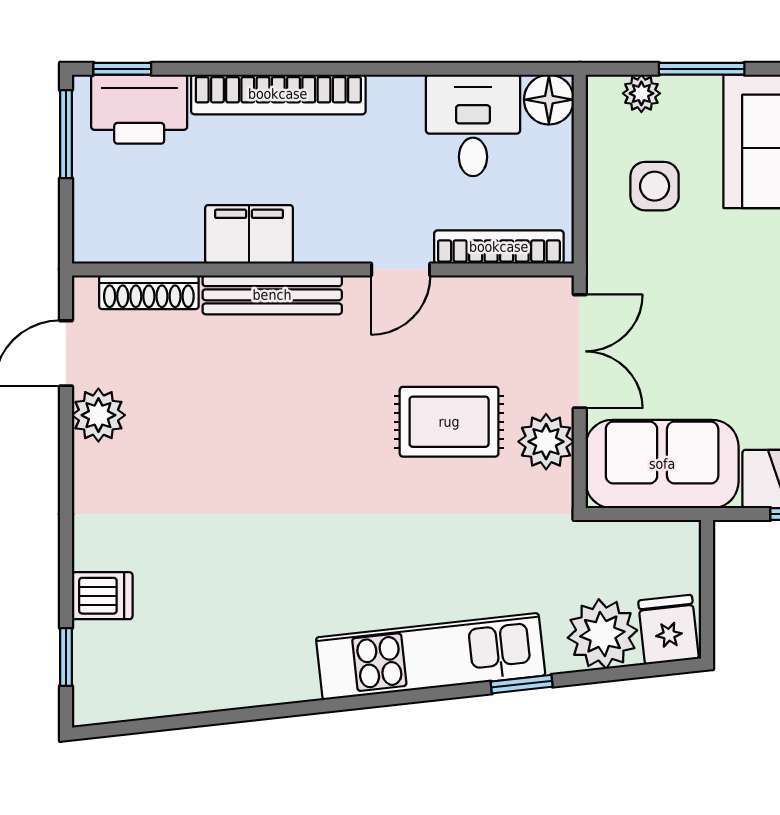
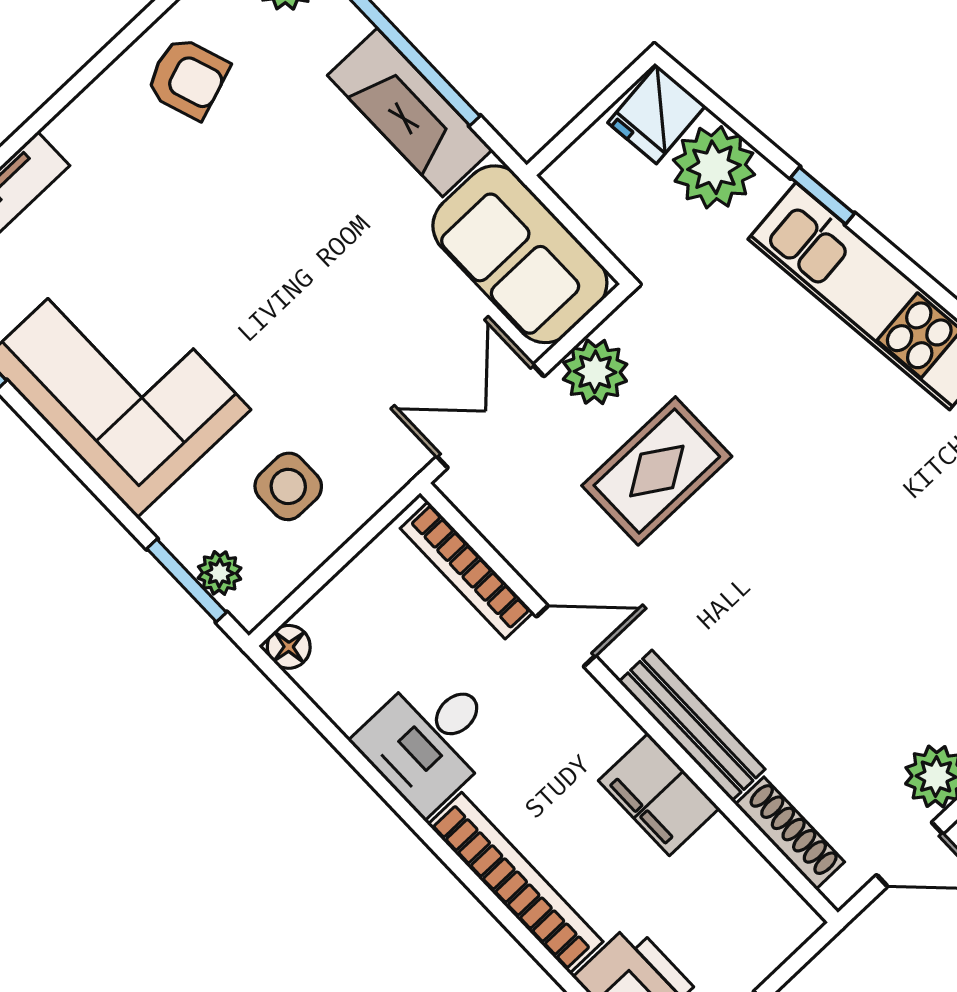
window: (702, 69) -> (187, 581), moved
floor lamp: (549, 100) -> (289, 647), width x0.73, depth x0.73
desk: (473, 125) -> (430, 740), moved
rug: (449, 422) -> (657, 471), turned 90

